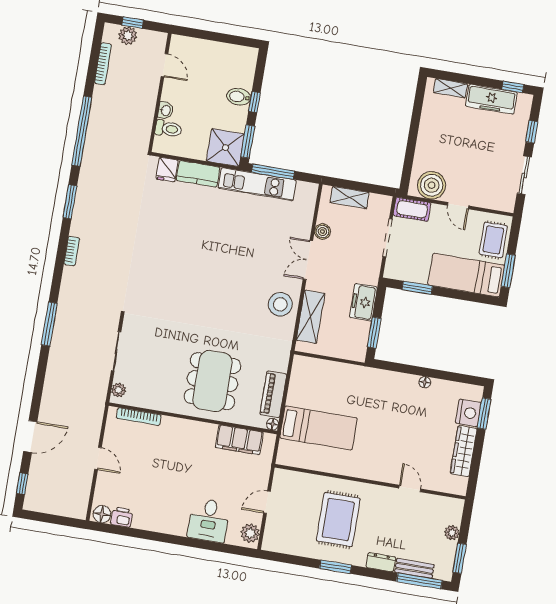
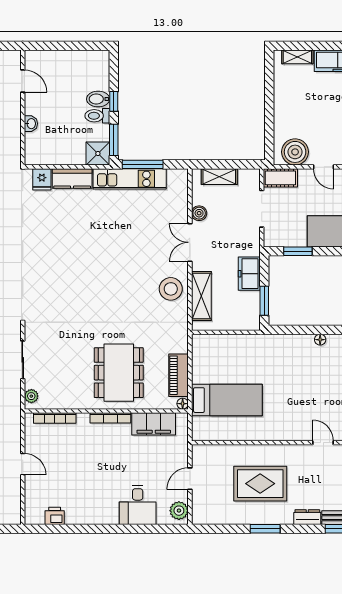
toilet: (168, 129) -> (97, 116), moved, turned 180
shower: (225, 148) -> (98, 154), width x0.73, depth x0.73
bookcase: (196, 426) -> (110, 418), added
floor lamp: (102, 514) -> (35, 516), removed
rug: (338, 520) -> (260, 484), turned 90

